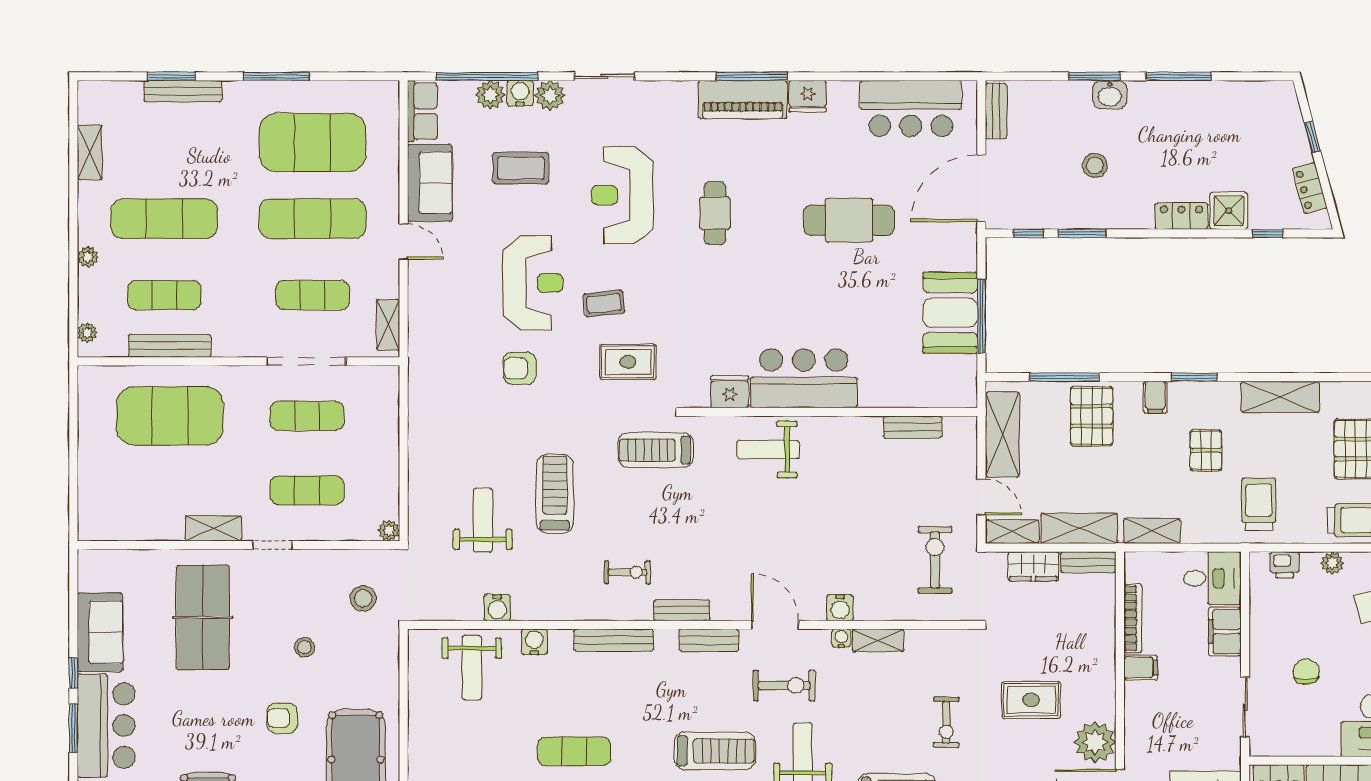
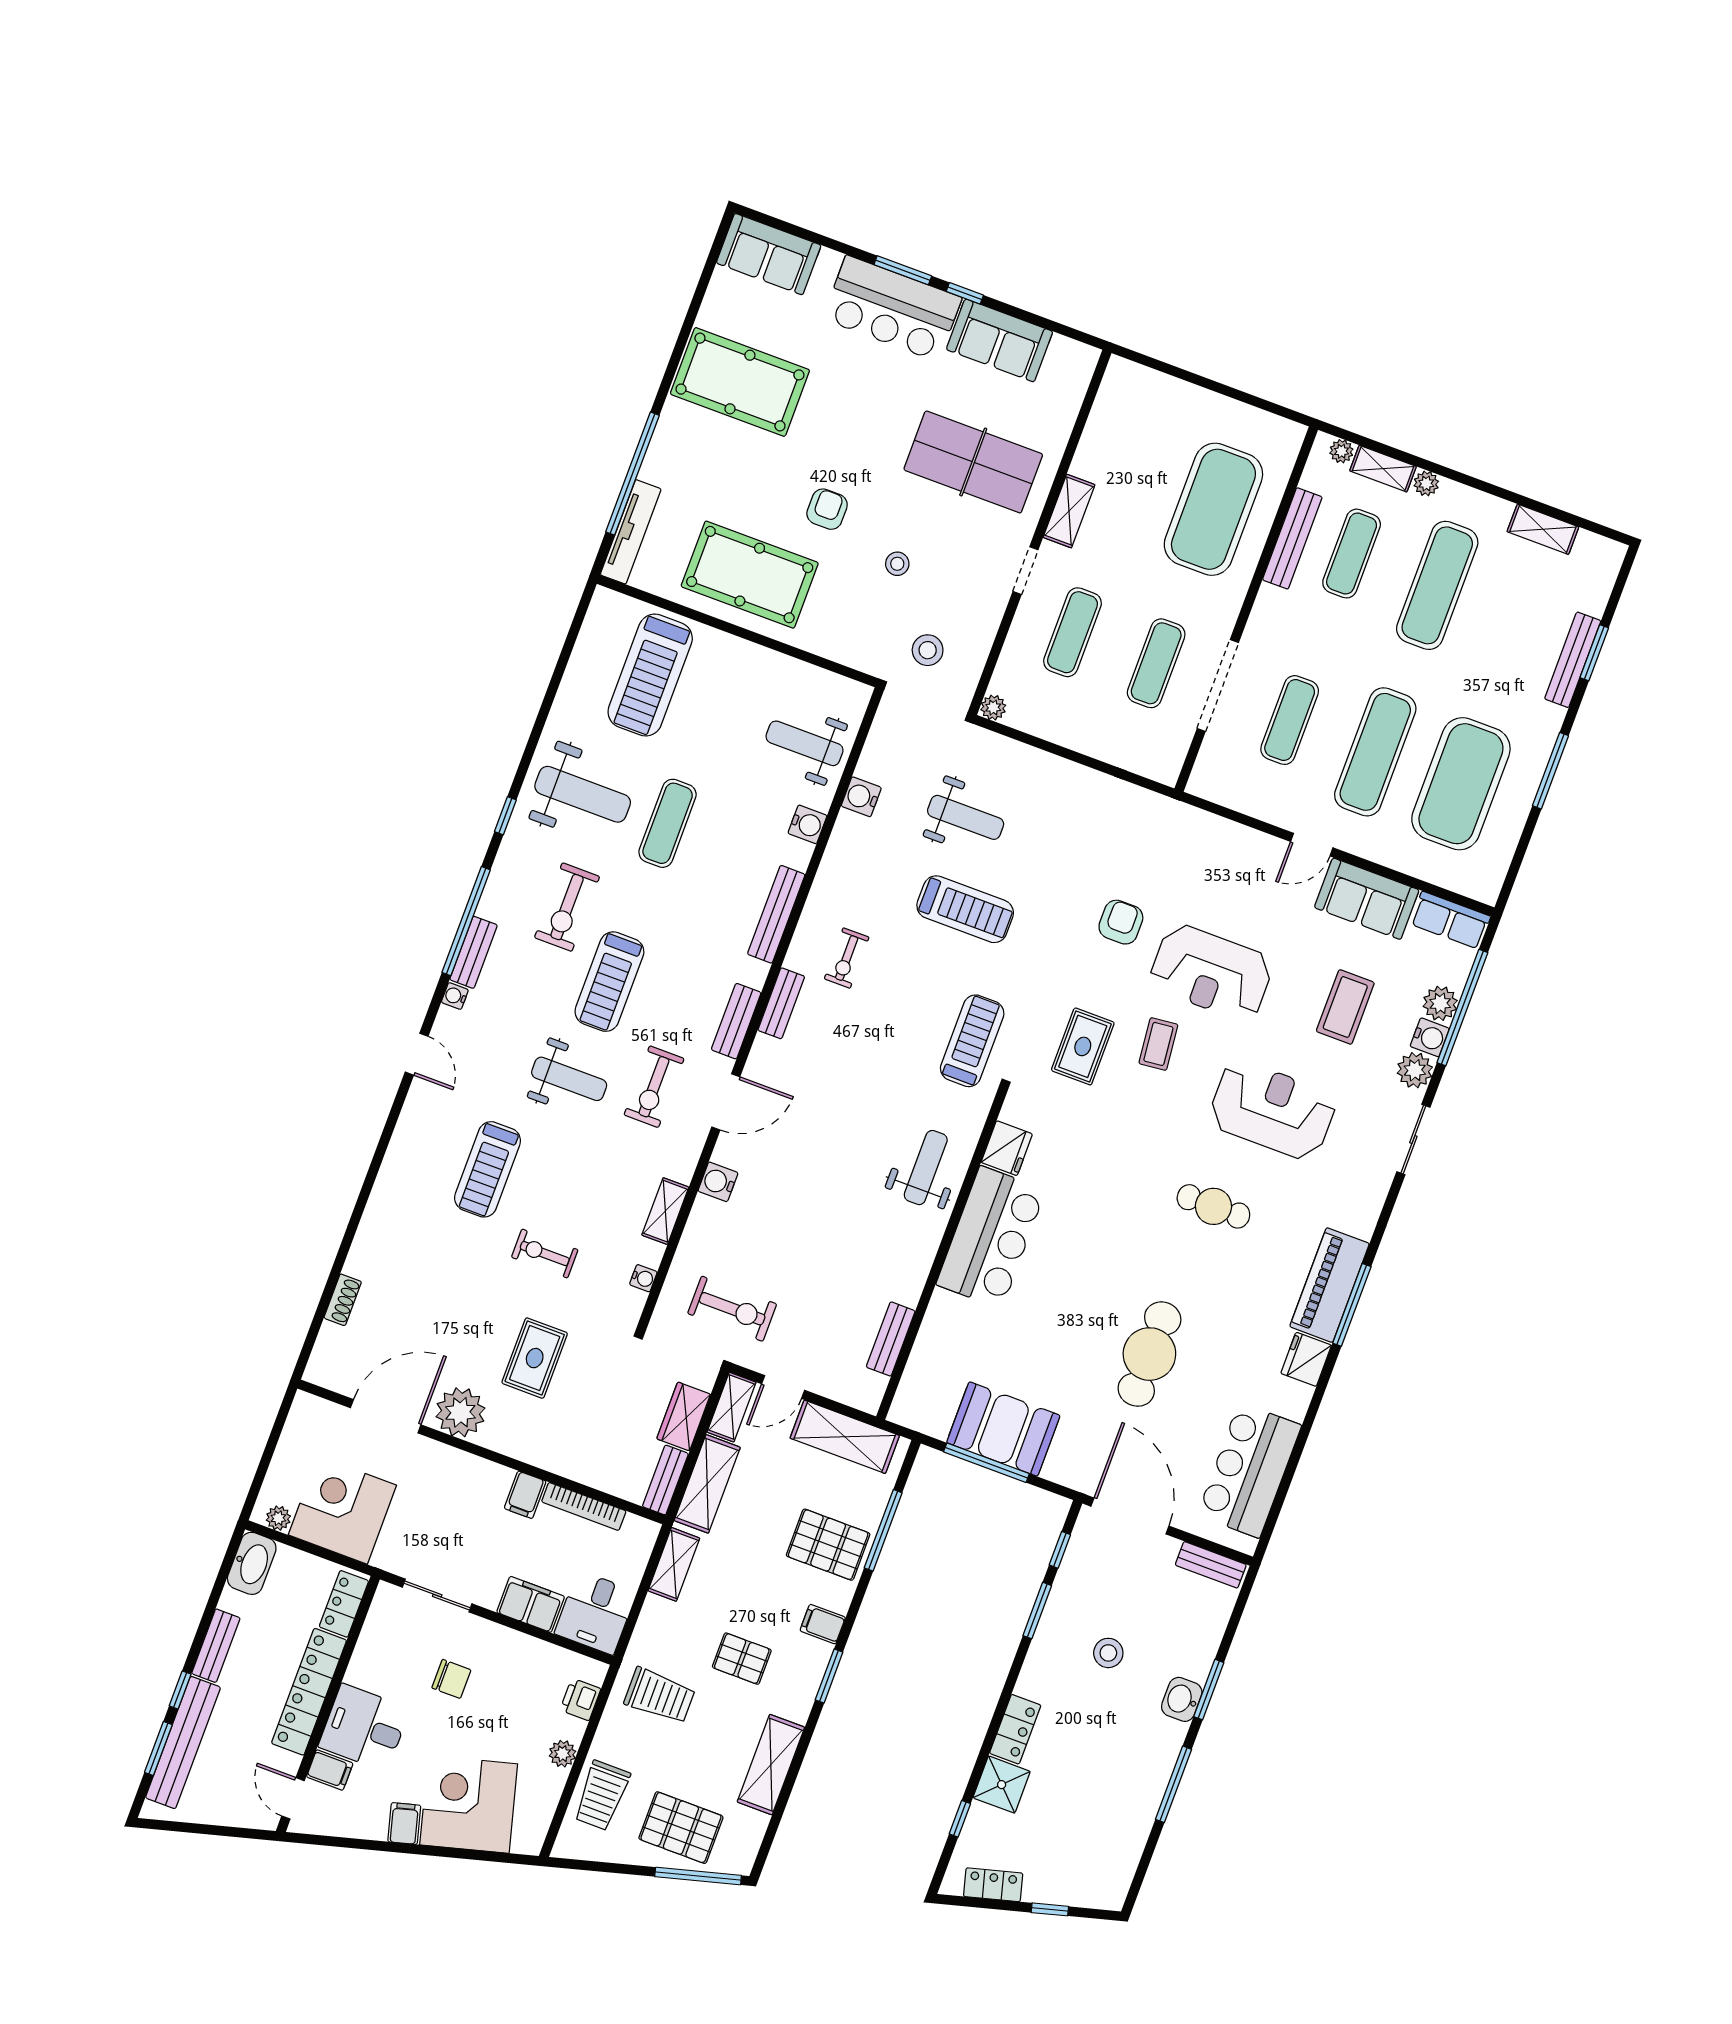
shelving: (388, 325) -> (1383, 469), moved
water cooler: (841, 638) -> (643, 1278), moved

